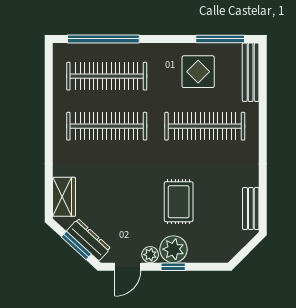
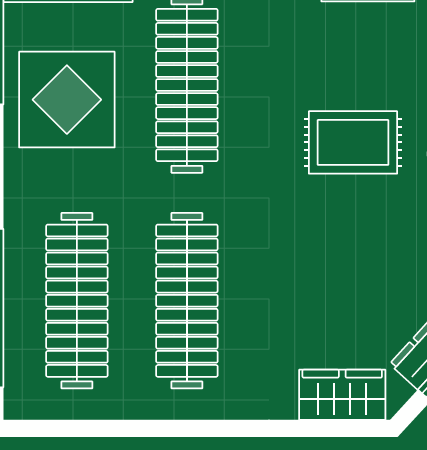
display table: (198, 72) -> (67, 100), width x1.36, depth x1.36

